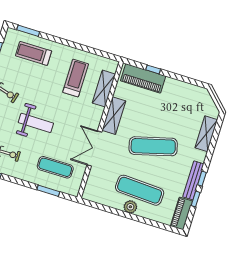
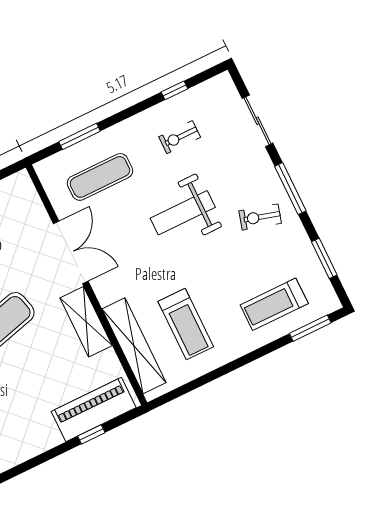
treadmill: (34, 53) -> (274, 304), turned 180
shelving: (104, 89) -> (134, 346), width x1.47

